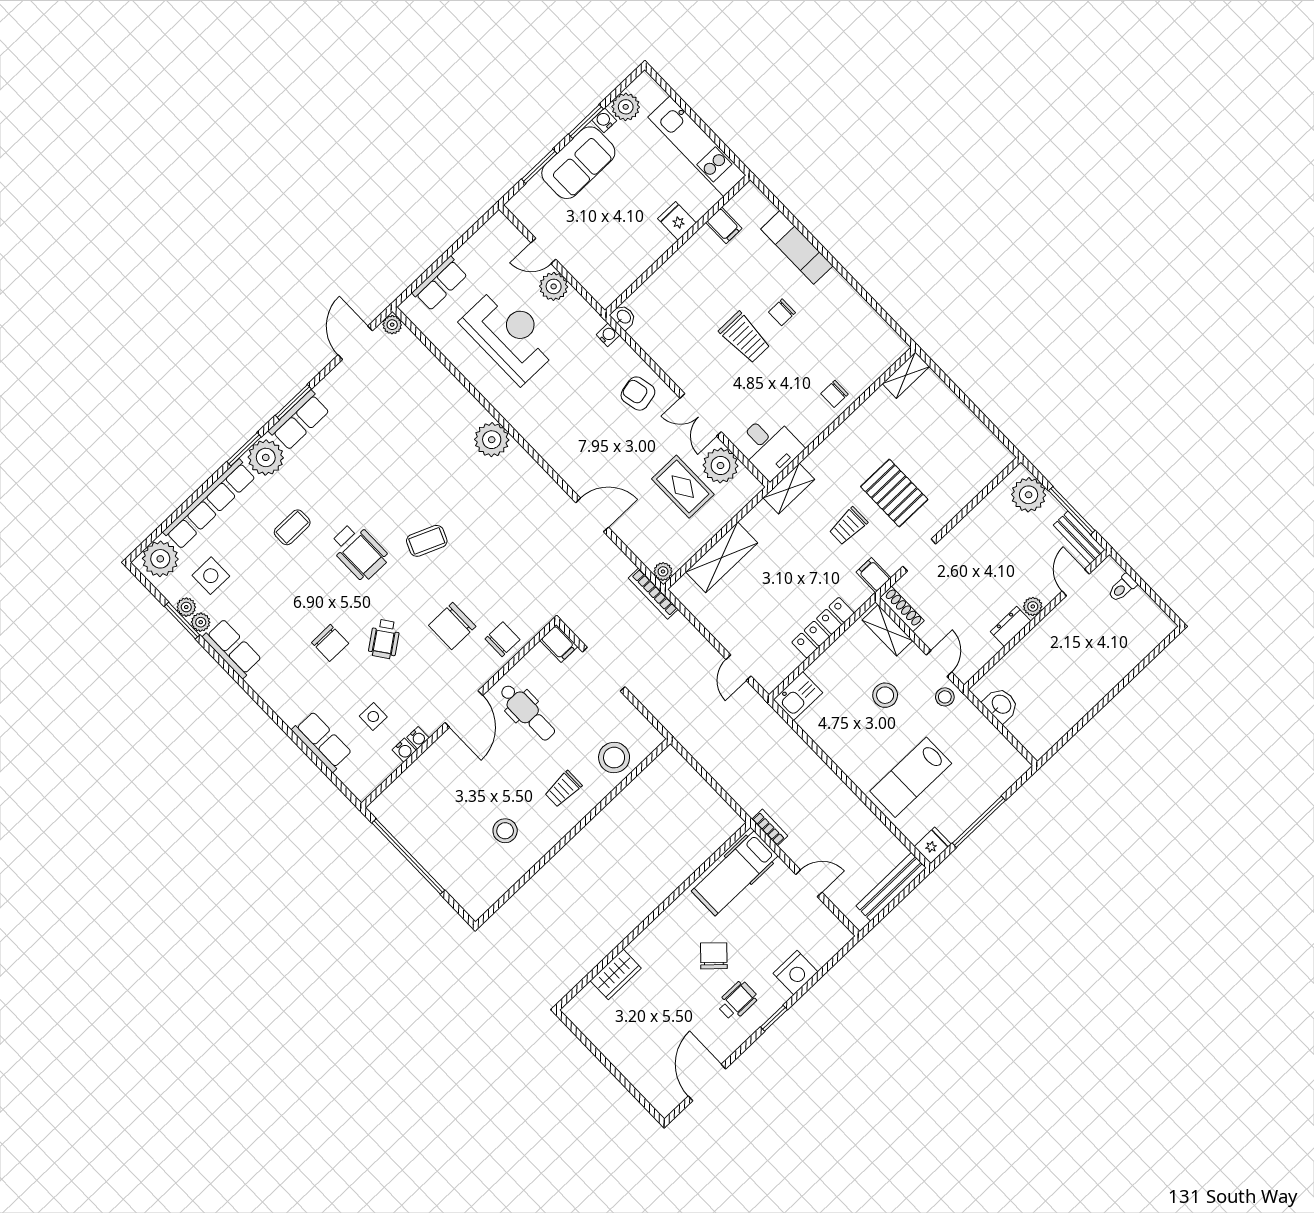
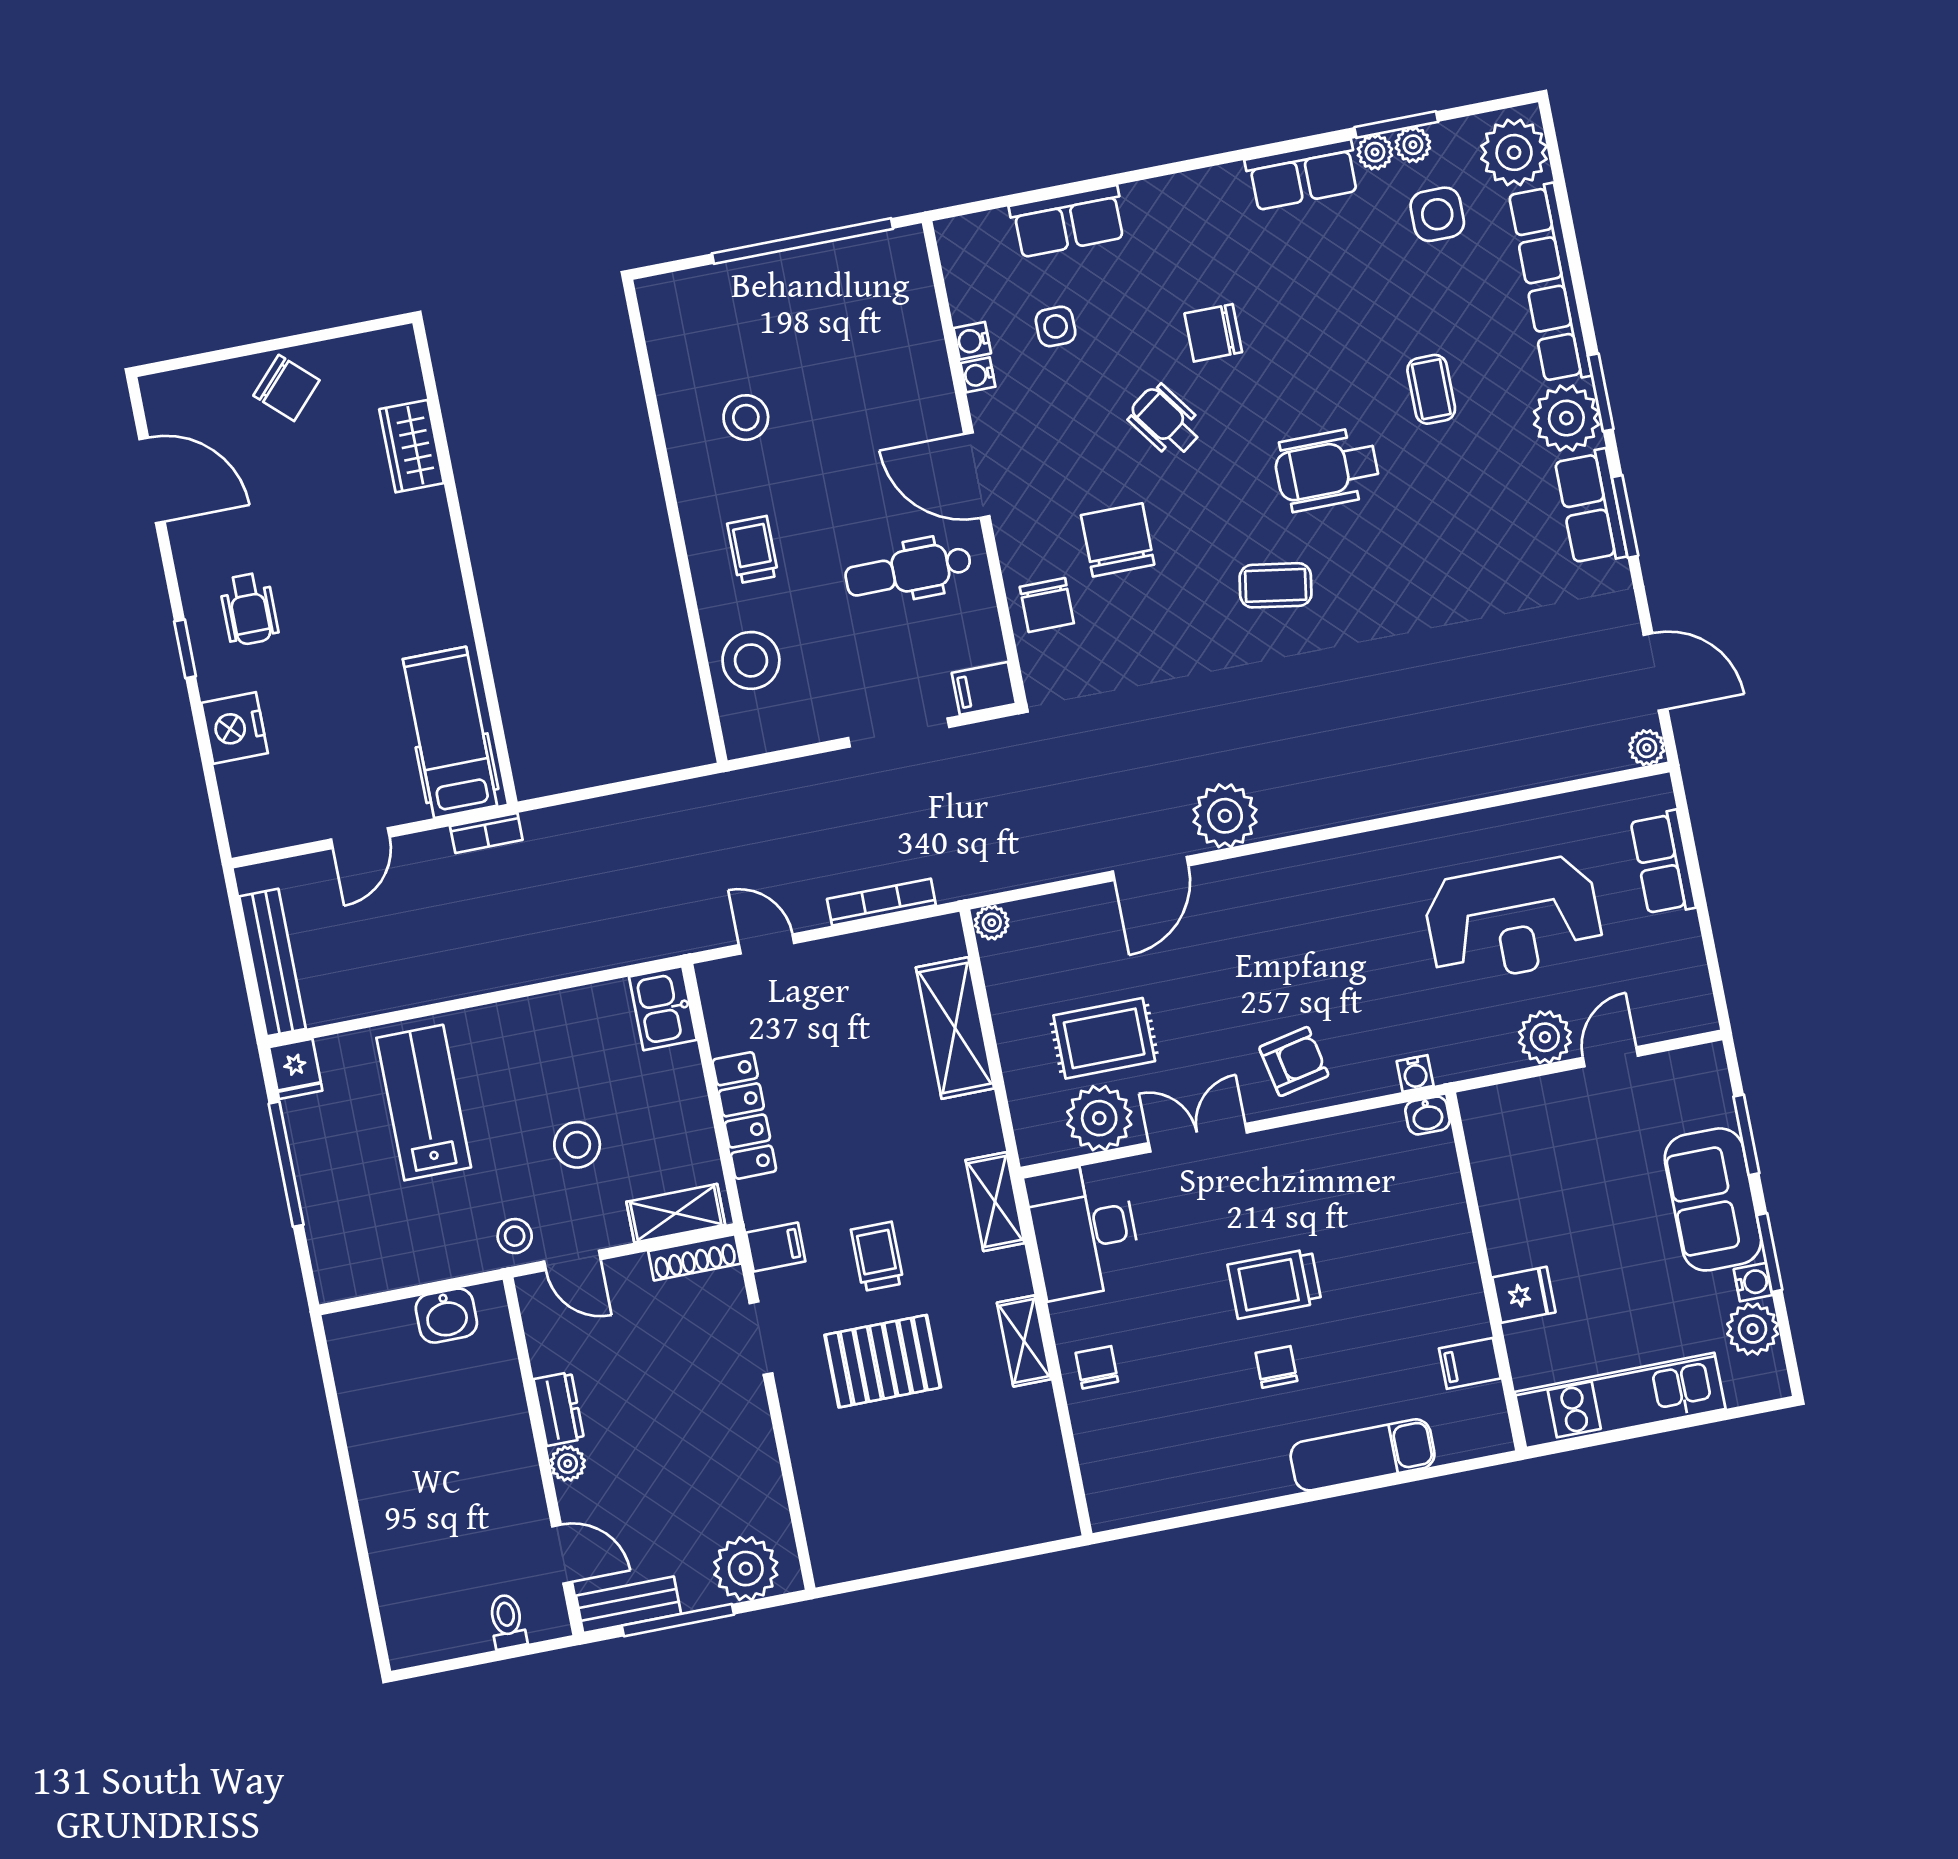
shelving: (906, 375) -> (1024, 1341), moved
plant: (492, 440) -> (1225, 816), moved
desk: (769, 446) -> (1084, 1230), width x1.37
coffee table: (427, 541) -> (1276, 585), turned 76
bookcase: (653, 594) -> (881, 902), moved
chair: (714, 956) -> (286, 388), moved

